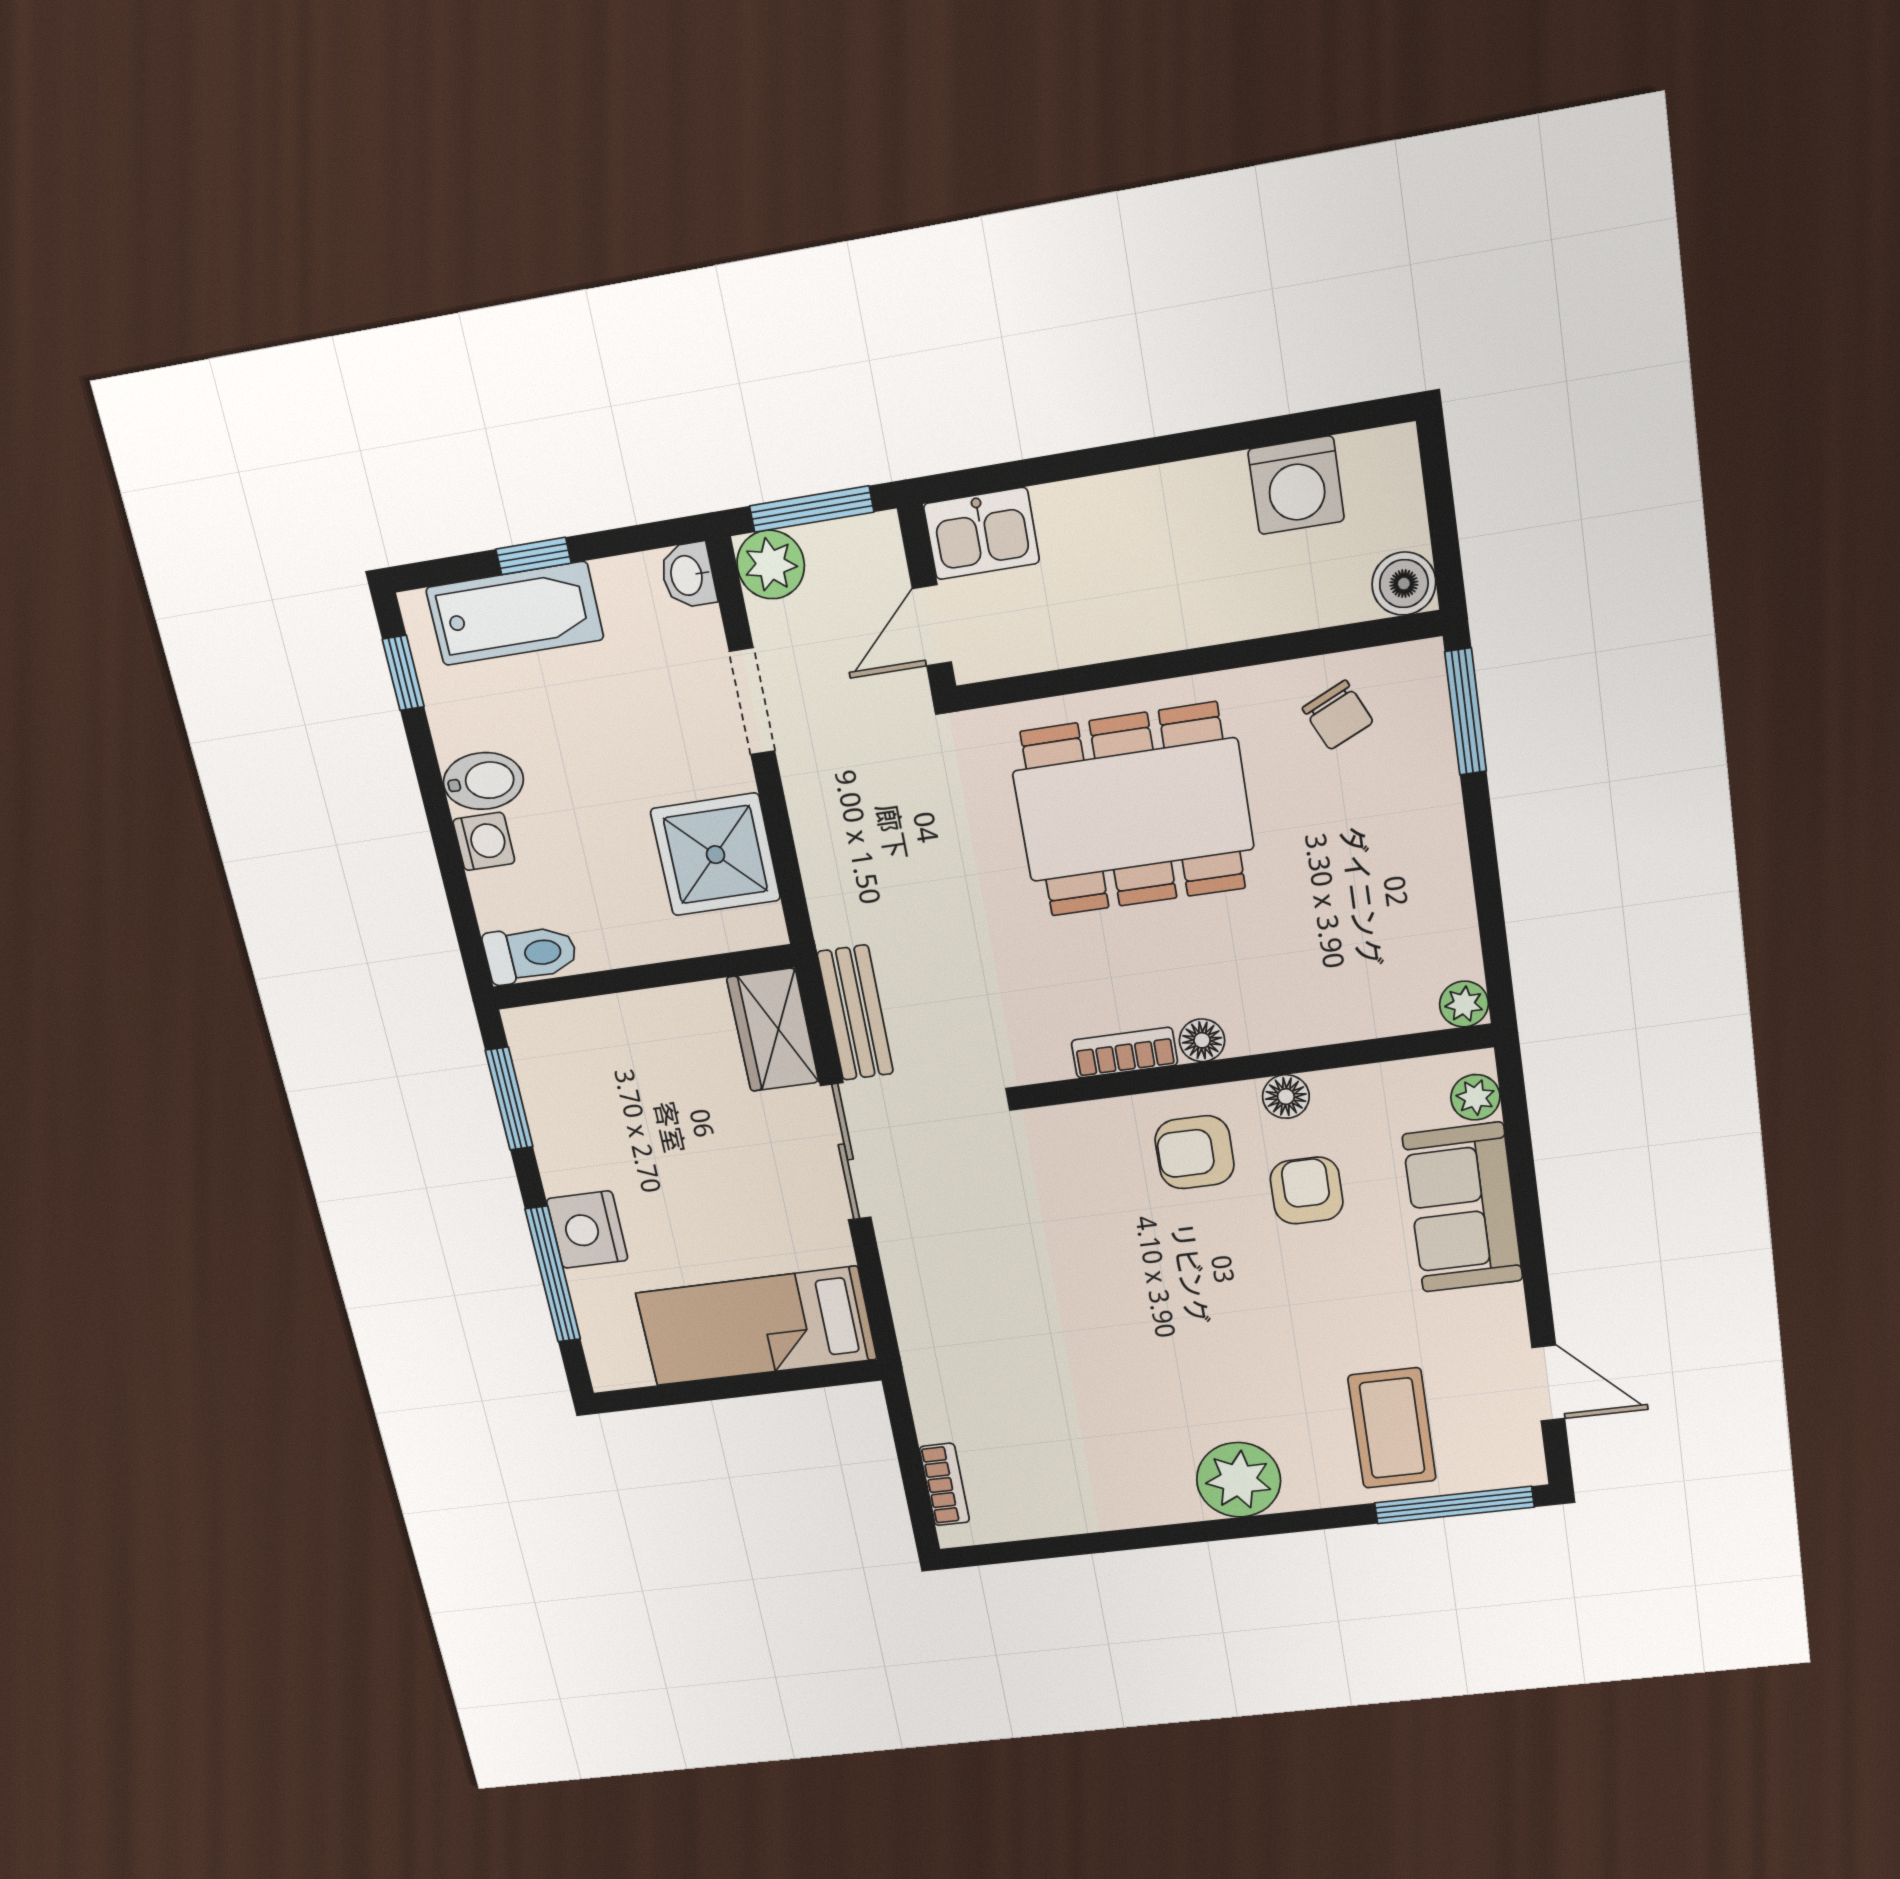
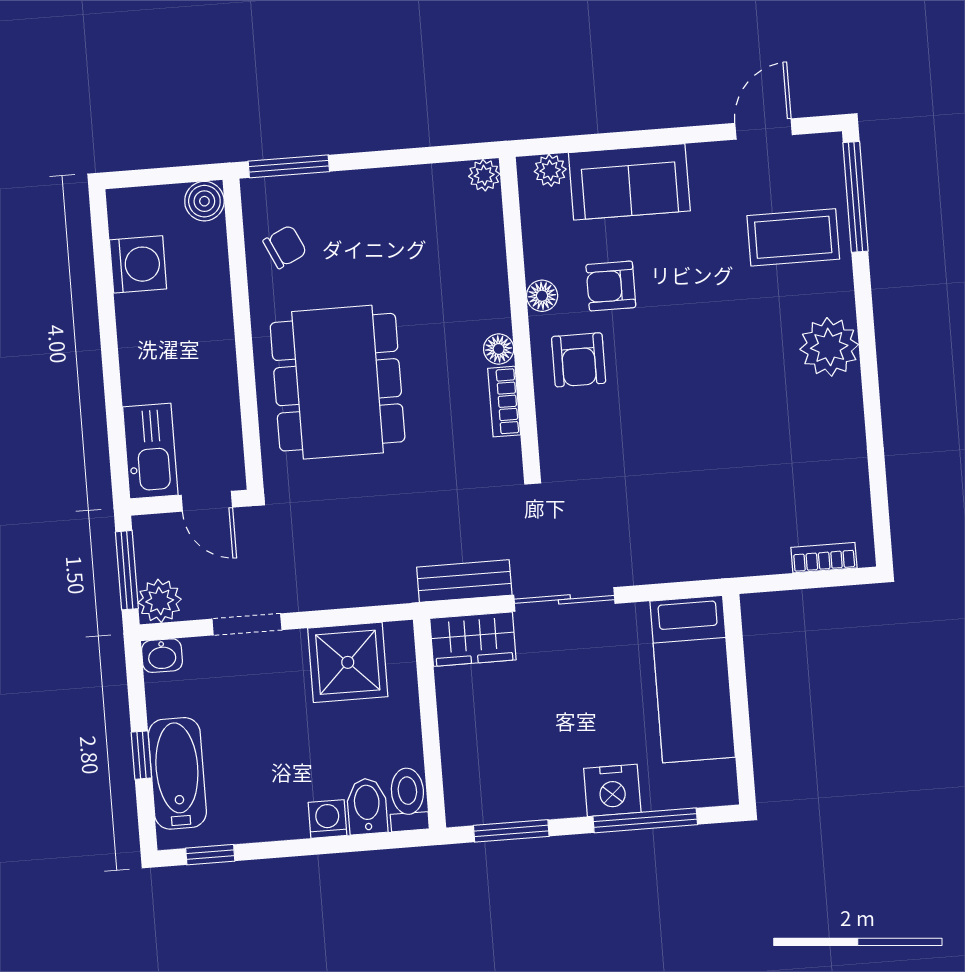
kitchen sink: (981, 534) -> (150, 451), width x1.38
bidet: (483, 781) -> (367, 806), moved

